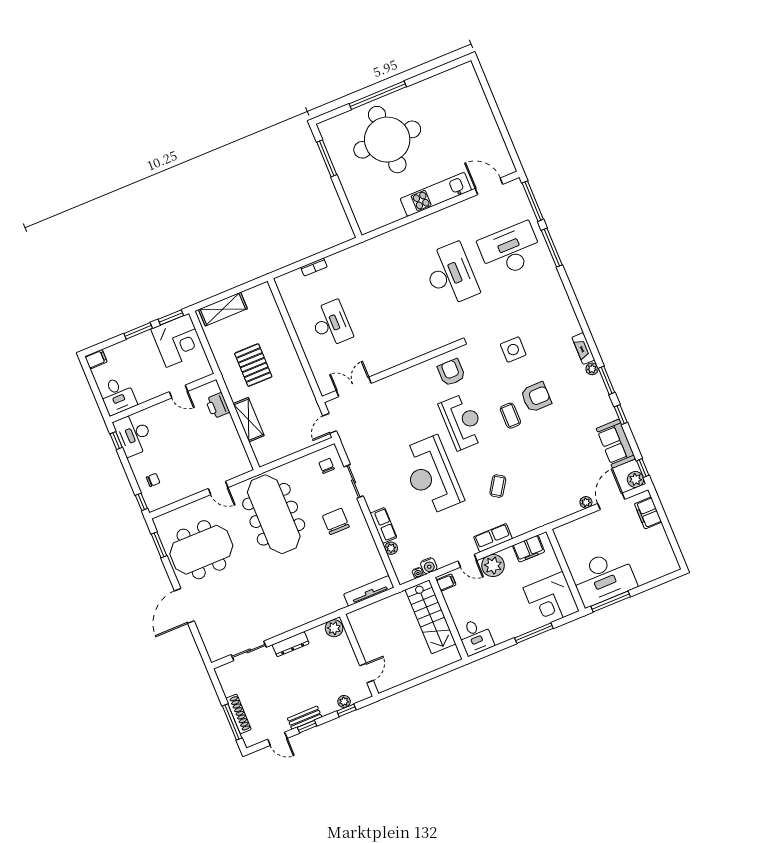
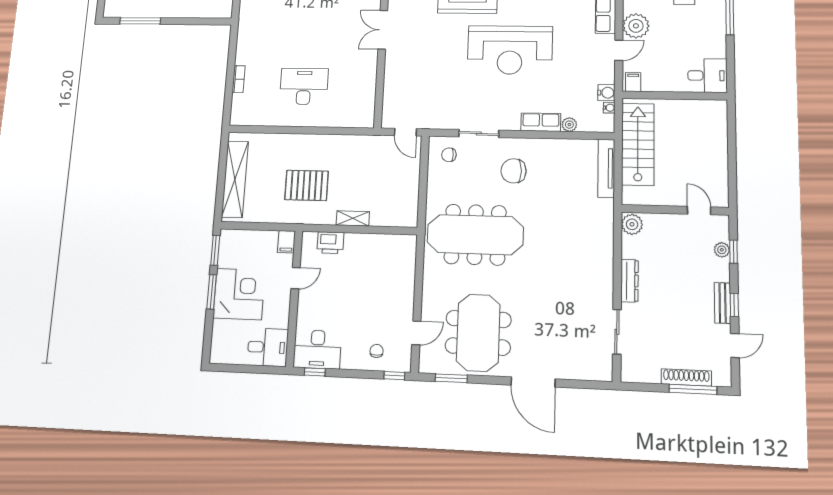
shelving: (223, 309) -> (235, 179), width x1.47
corner desk: (178, 340) -> (239, 294), moved
filing cabinet: (96, 359) -> (286, 242), moved, turned 180
double door: (354, 387) -> (383, 30), moved
shelving: (249, 420) -> (353, 218), width x0.67, depth x0.75
door: (218, 488) -> (416, 333), moved
stairs: (431, 617) -> (638, 144), moved, turned -90

